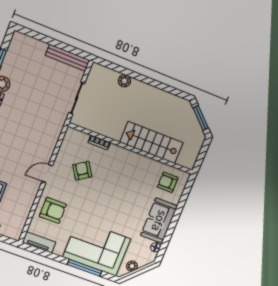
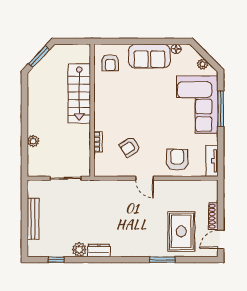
bench: (67, 58) -> (33, 219), moved

